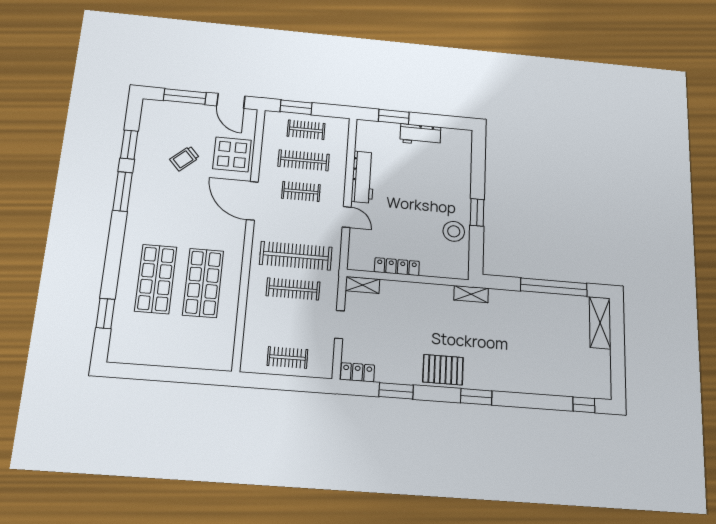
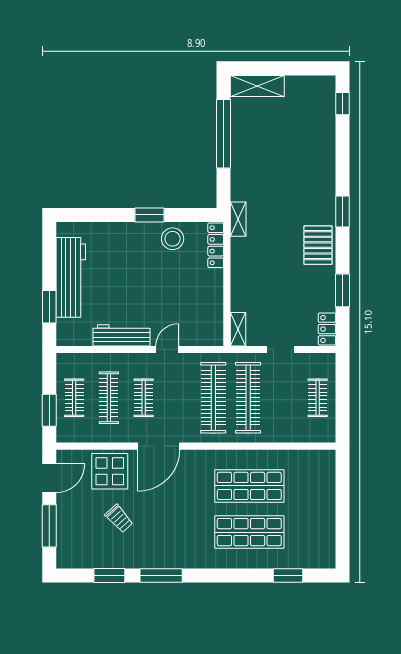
workbench: (420, 135) -> (71, 277), width x1.87, depth x1.32
locker: (397, 267) -> (216, 245), moved
clothes rail: (293, 289) -> (248, 398), width x1.37, depth x1.31

